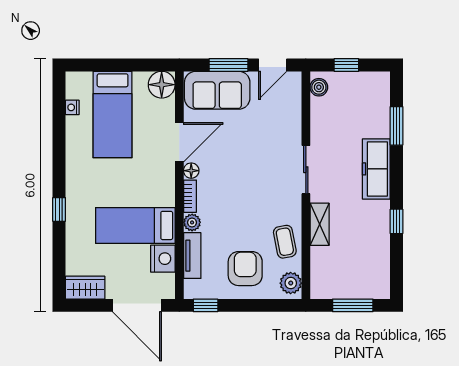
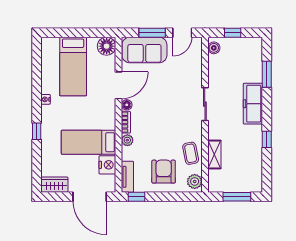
nightstand: (72, 107) -> (46, 99), moved
shelving: (320, 224) -> (214, 154), moved
tv unit: (192, 256) -> (127, 177), moved

